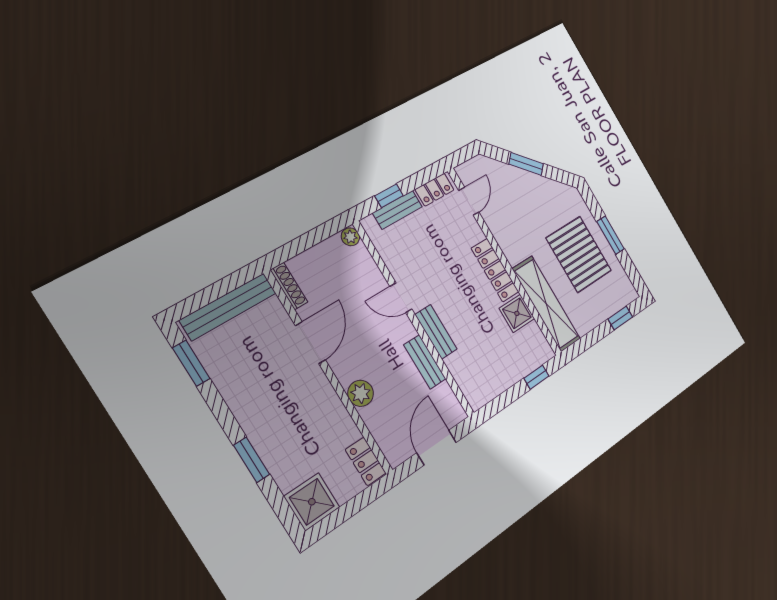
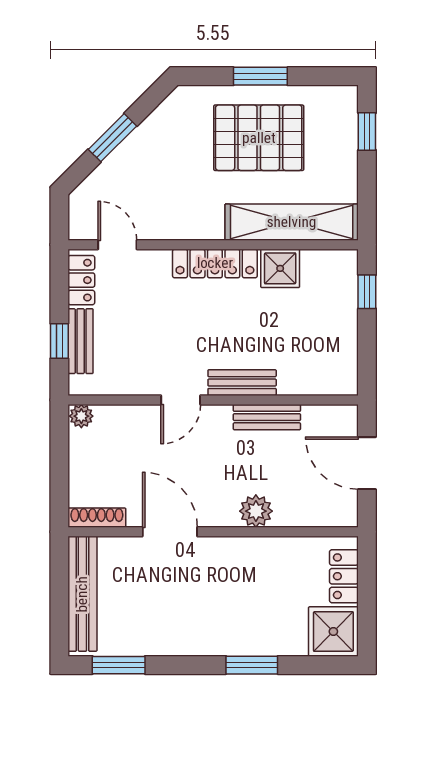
locker: (366, 461) -> (344, 576), moved, turned 90

